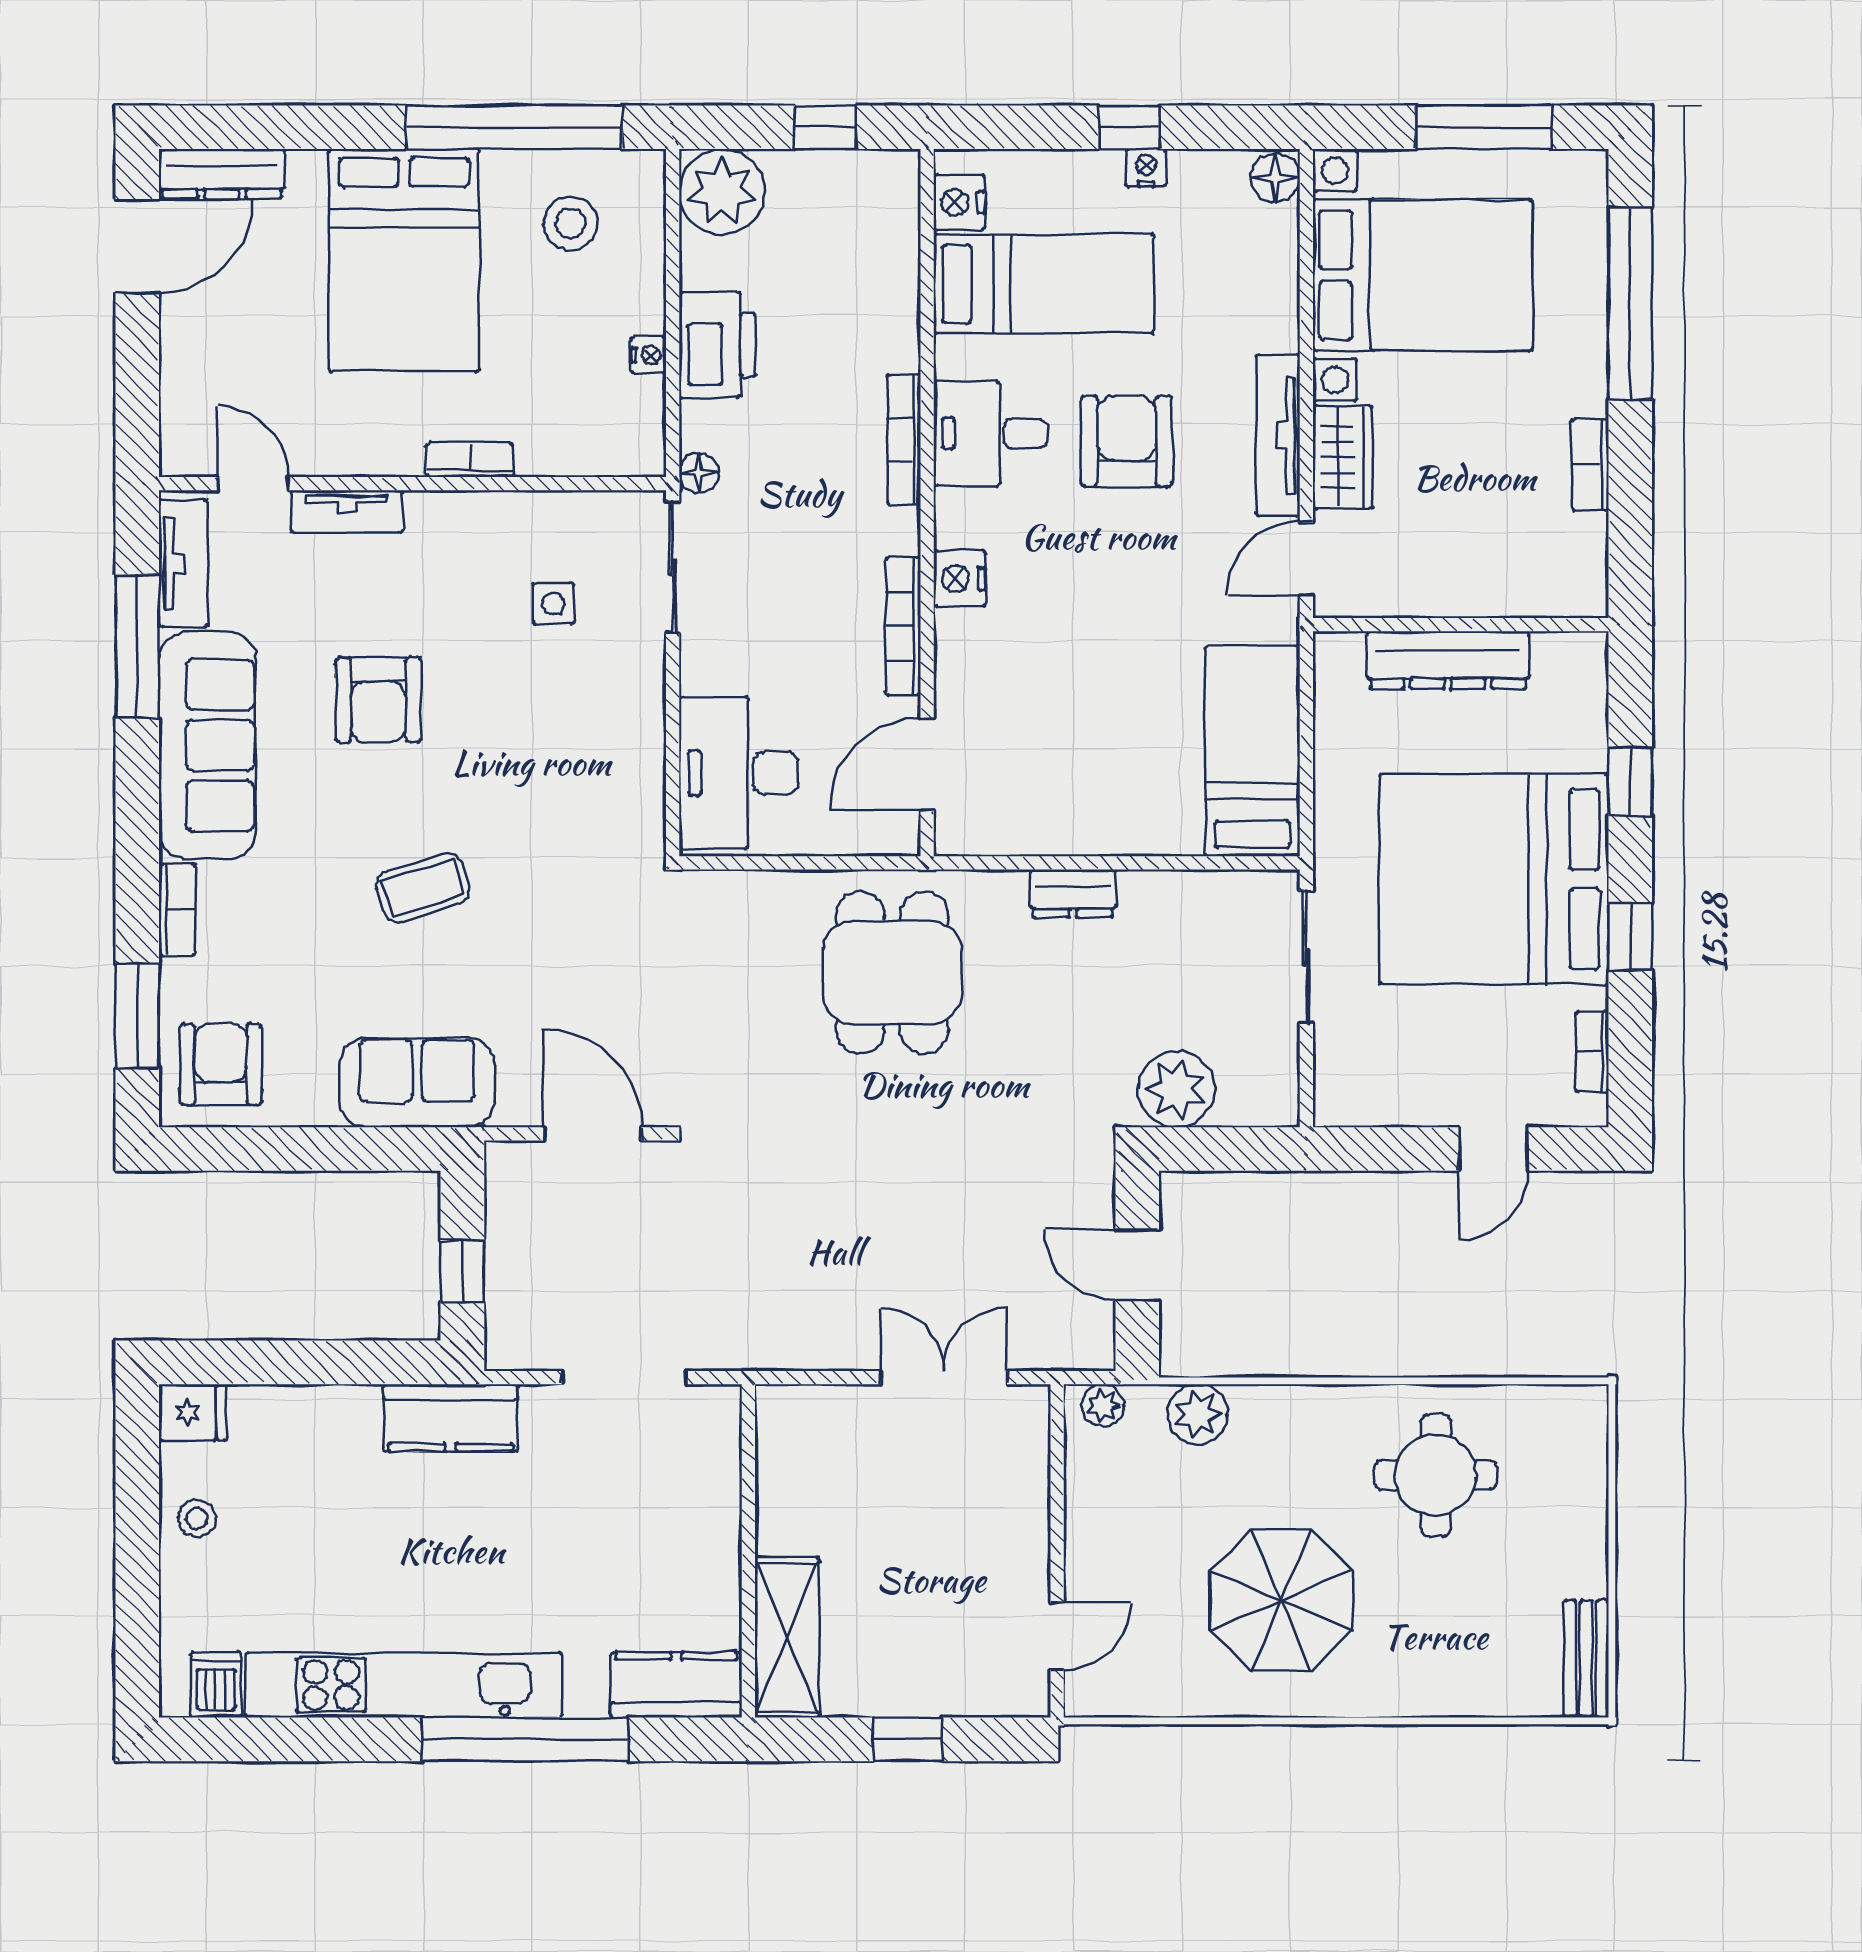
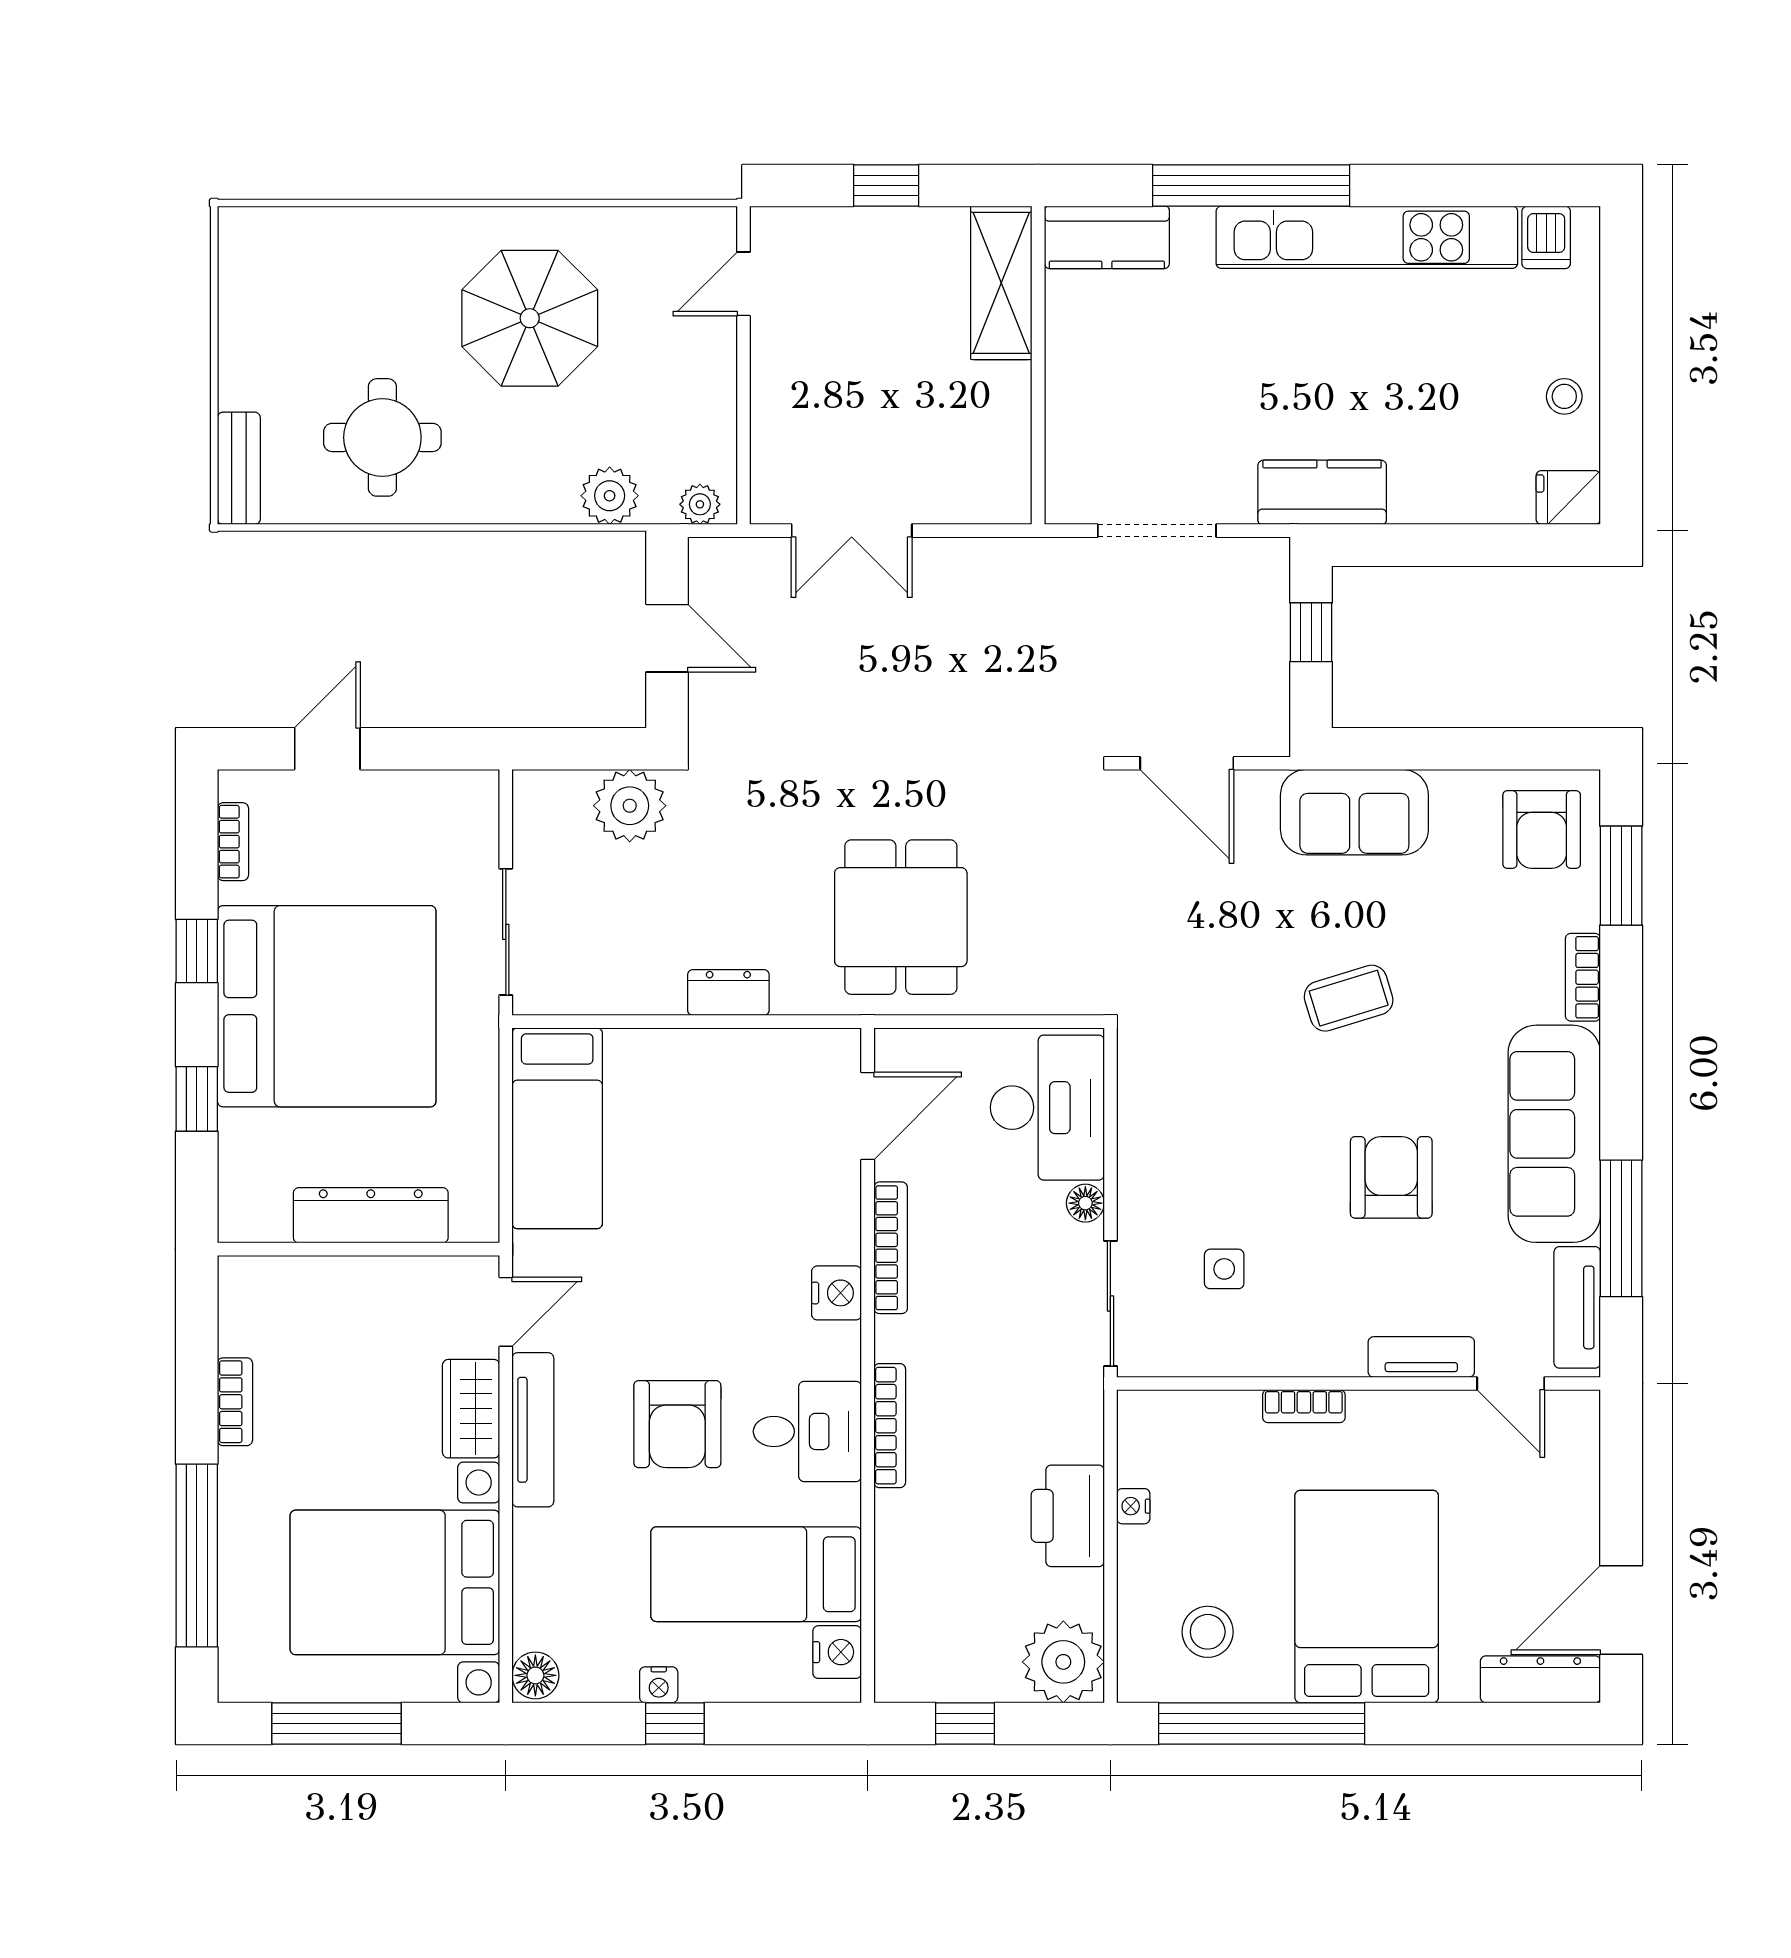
floor lamp: (699, 473) -> (1085, 1203), moved
bench: (1586, 1659) -> (239, 468), moved

